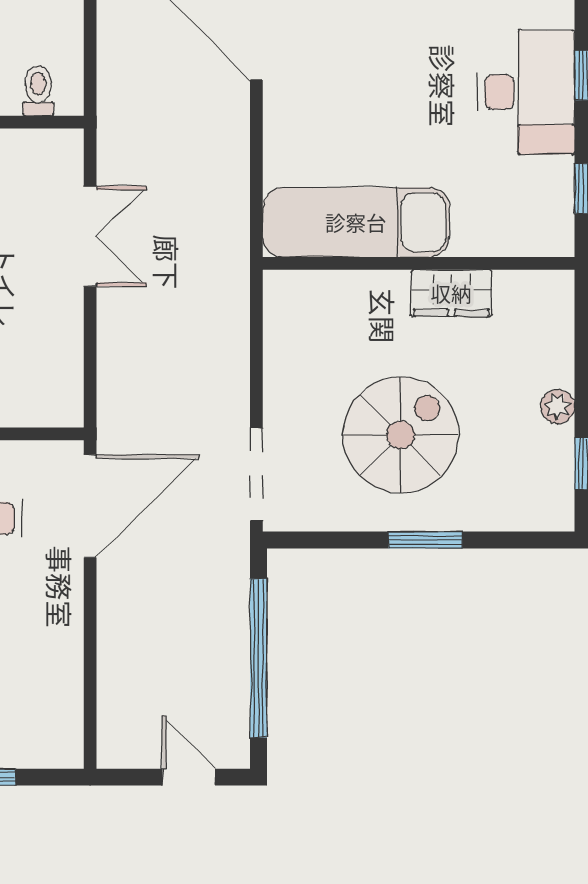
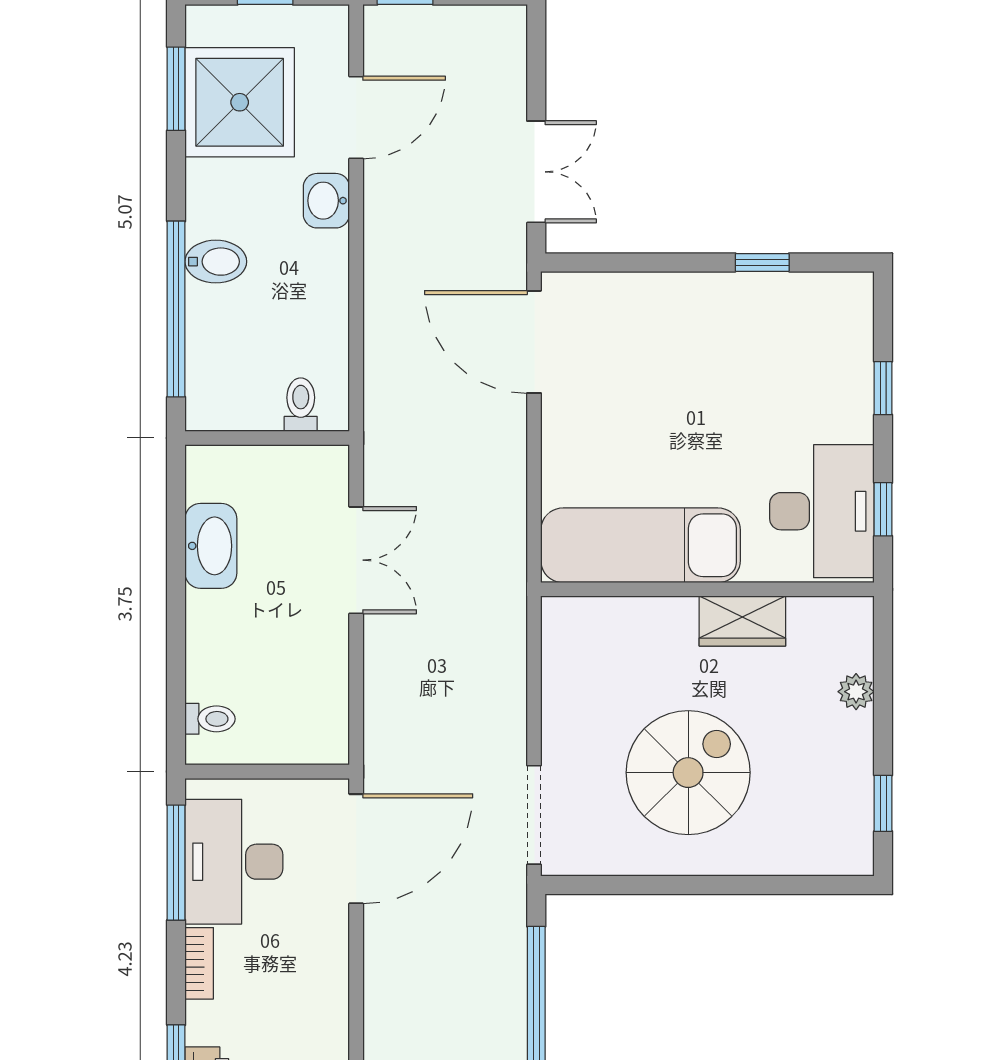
desk: (526, 92) -> (822, 511), moved
plant: (558, 407) -> (856, 692), moved
window: (425, 540) -> (715, 885), removed

